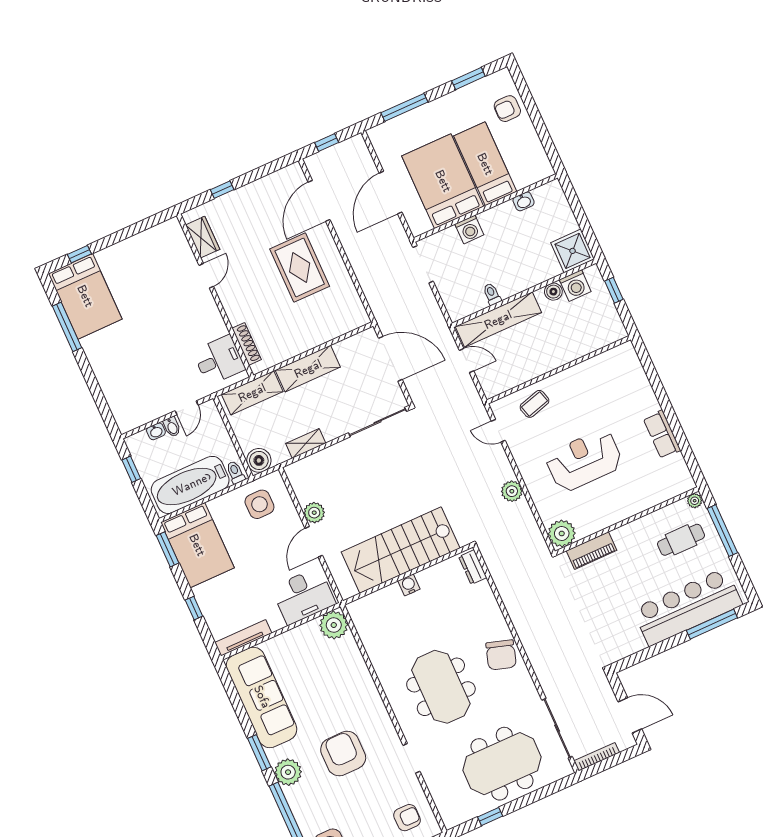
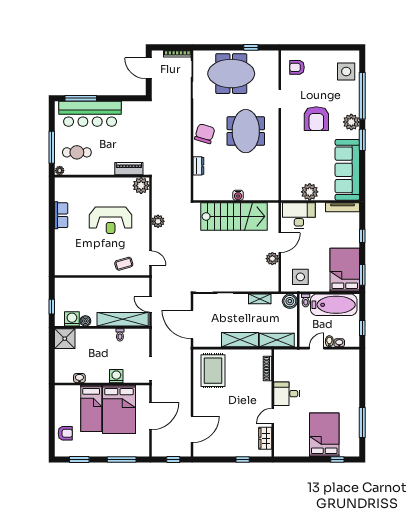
rug: (300, 268) -> (213, 371), moved
bed: (85, 296) -> (324, 435), moved
desk: (219, 360) -> (287, 394), moved
dresser: (473, 567) -> (198, 166), moved
plant: (334, 625) -> (310, 192), moved

